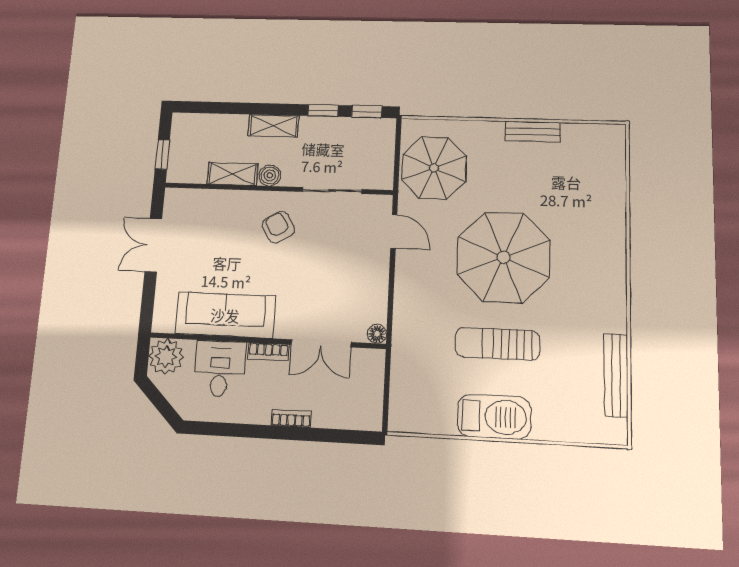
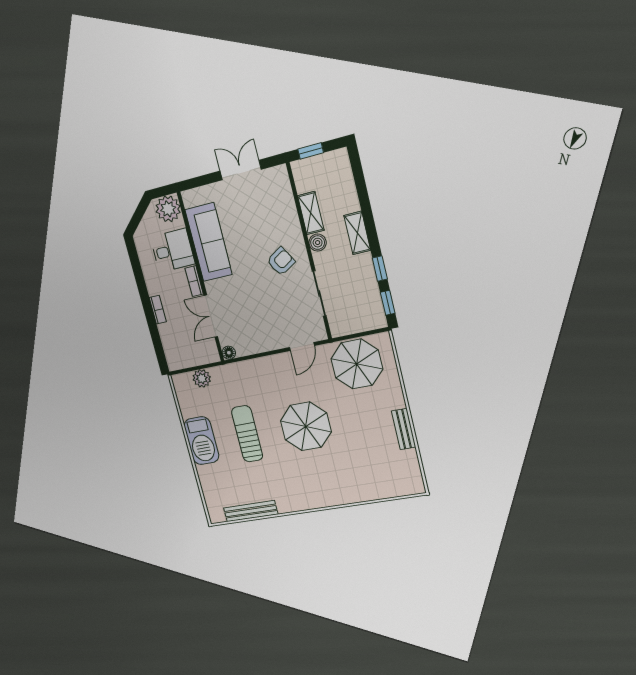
parasol: (503, 257) -> (306, 426), width x0.73, depth x0.73
plant: (403, 385) -> (202, 378), added

